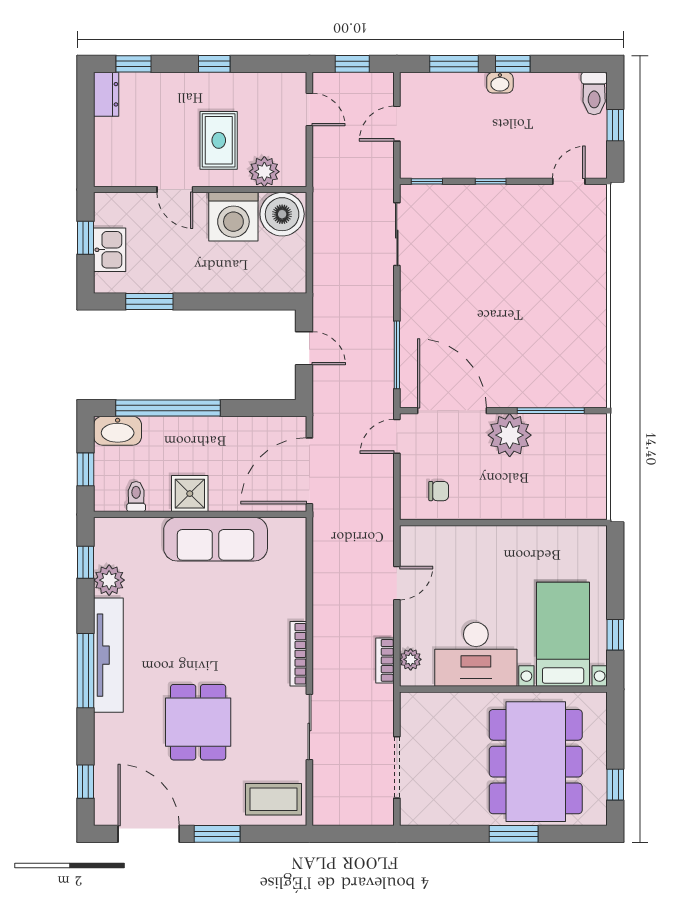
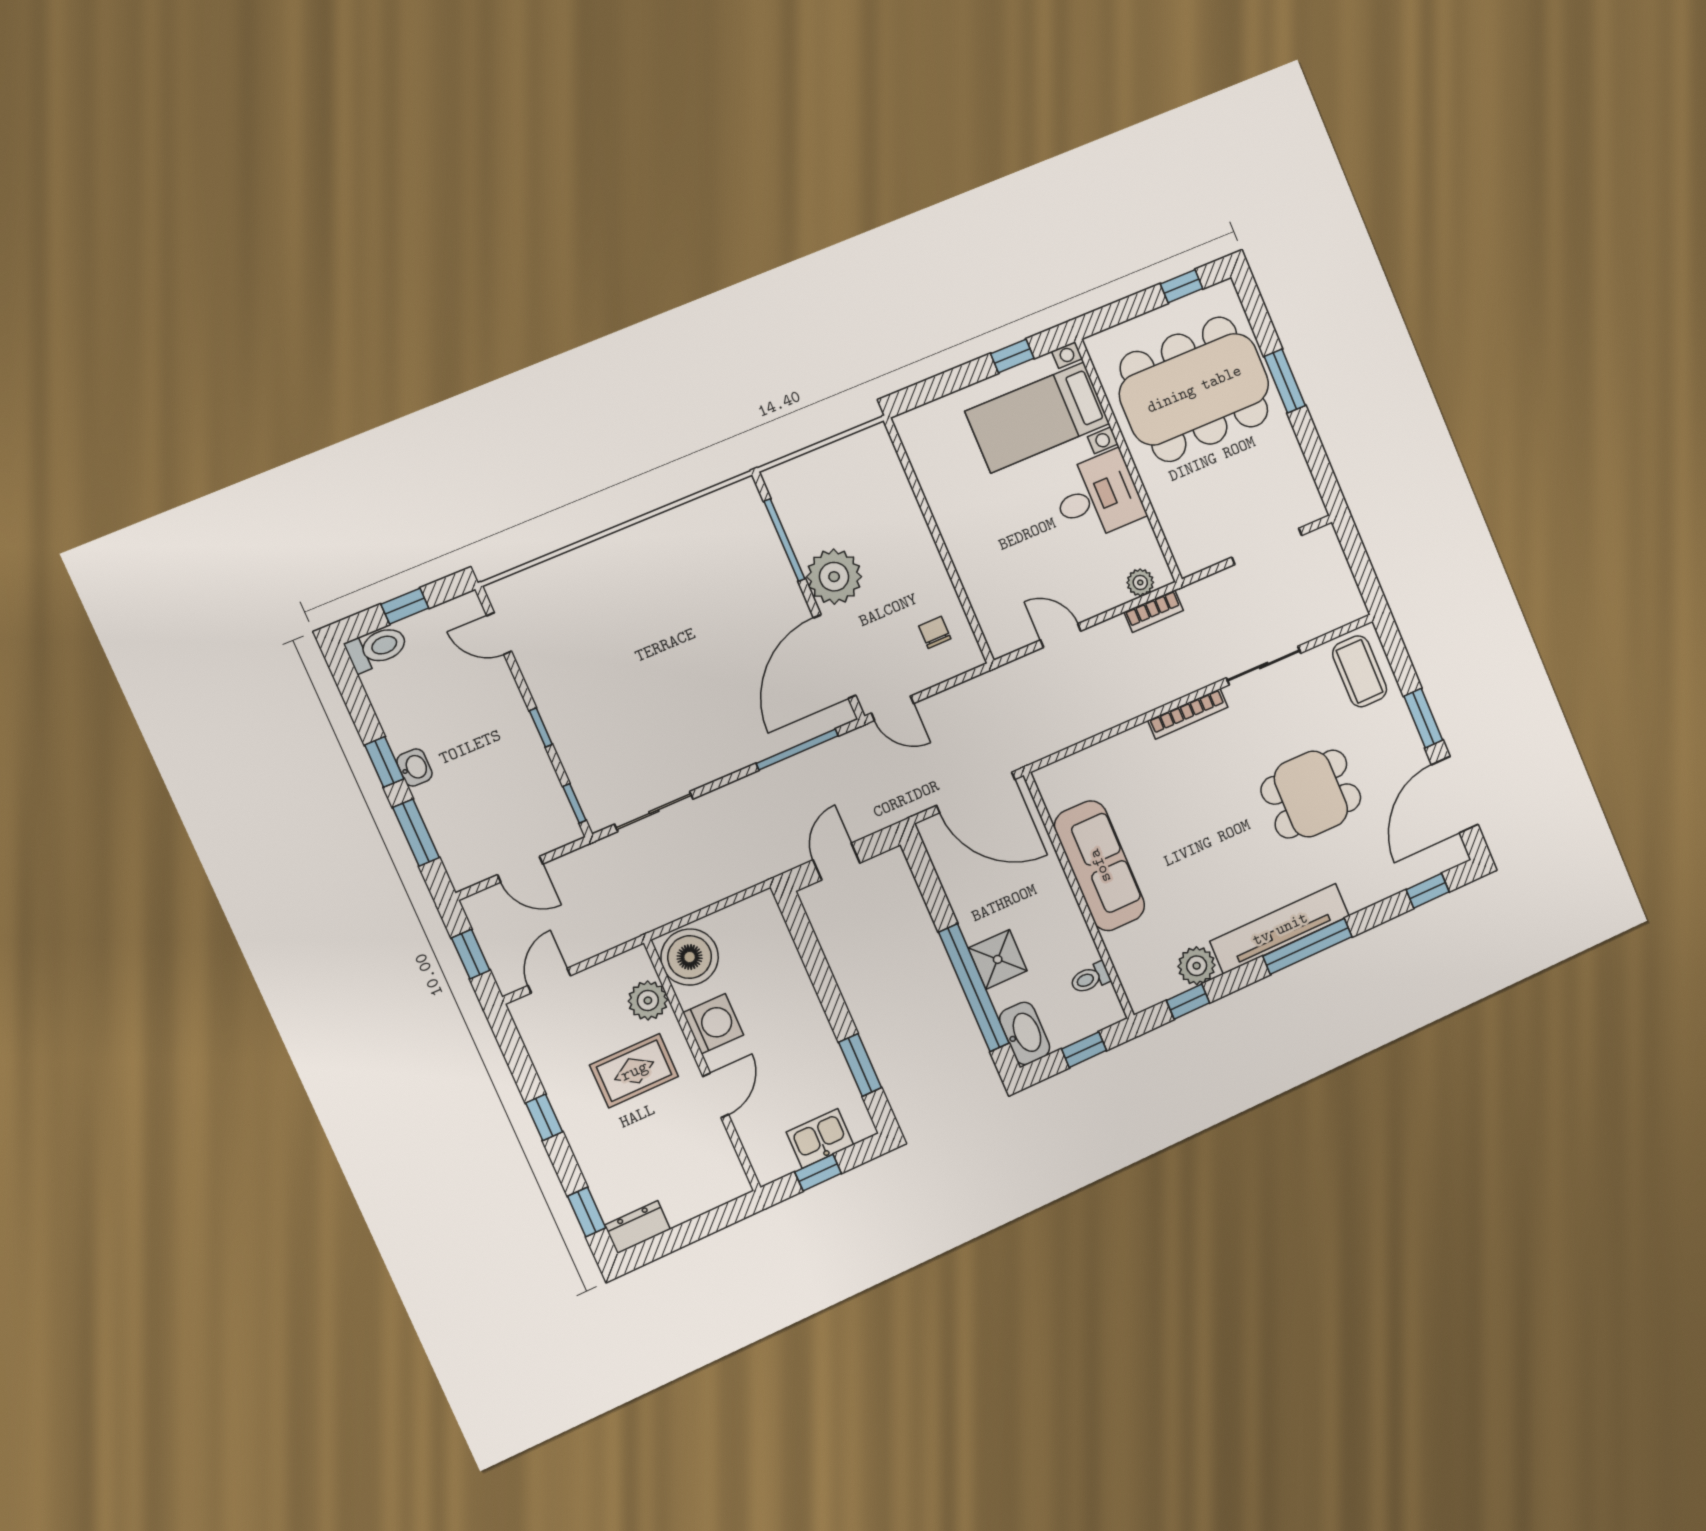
washing machine: (233, 217) -> (713, 1024), width x0.73, depth x0.73
shower: (190, 494) -> (998, 959), moved
desk: (476, 654) -> (1097, 496), width x0.73

